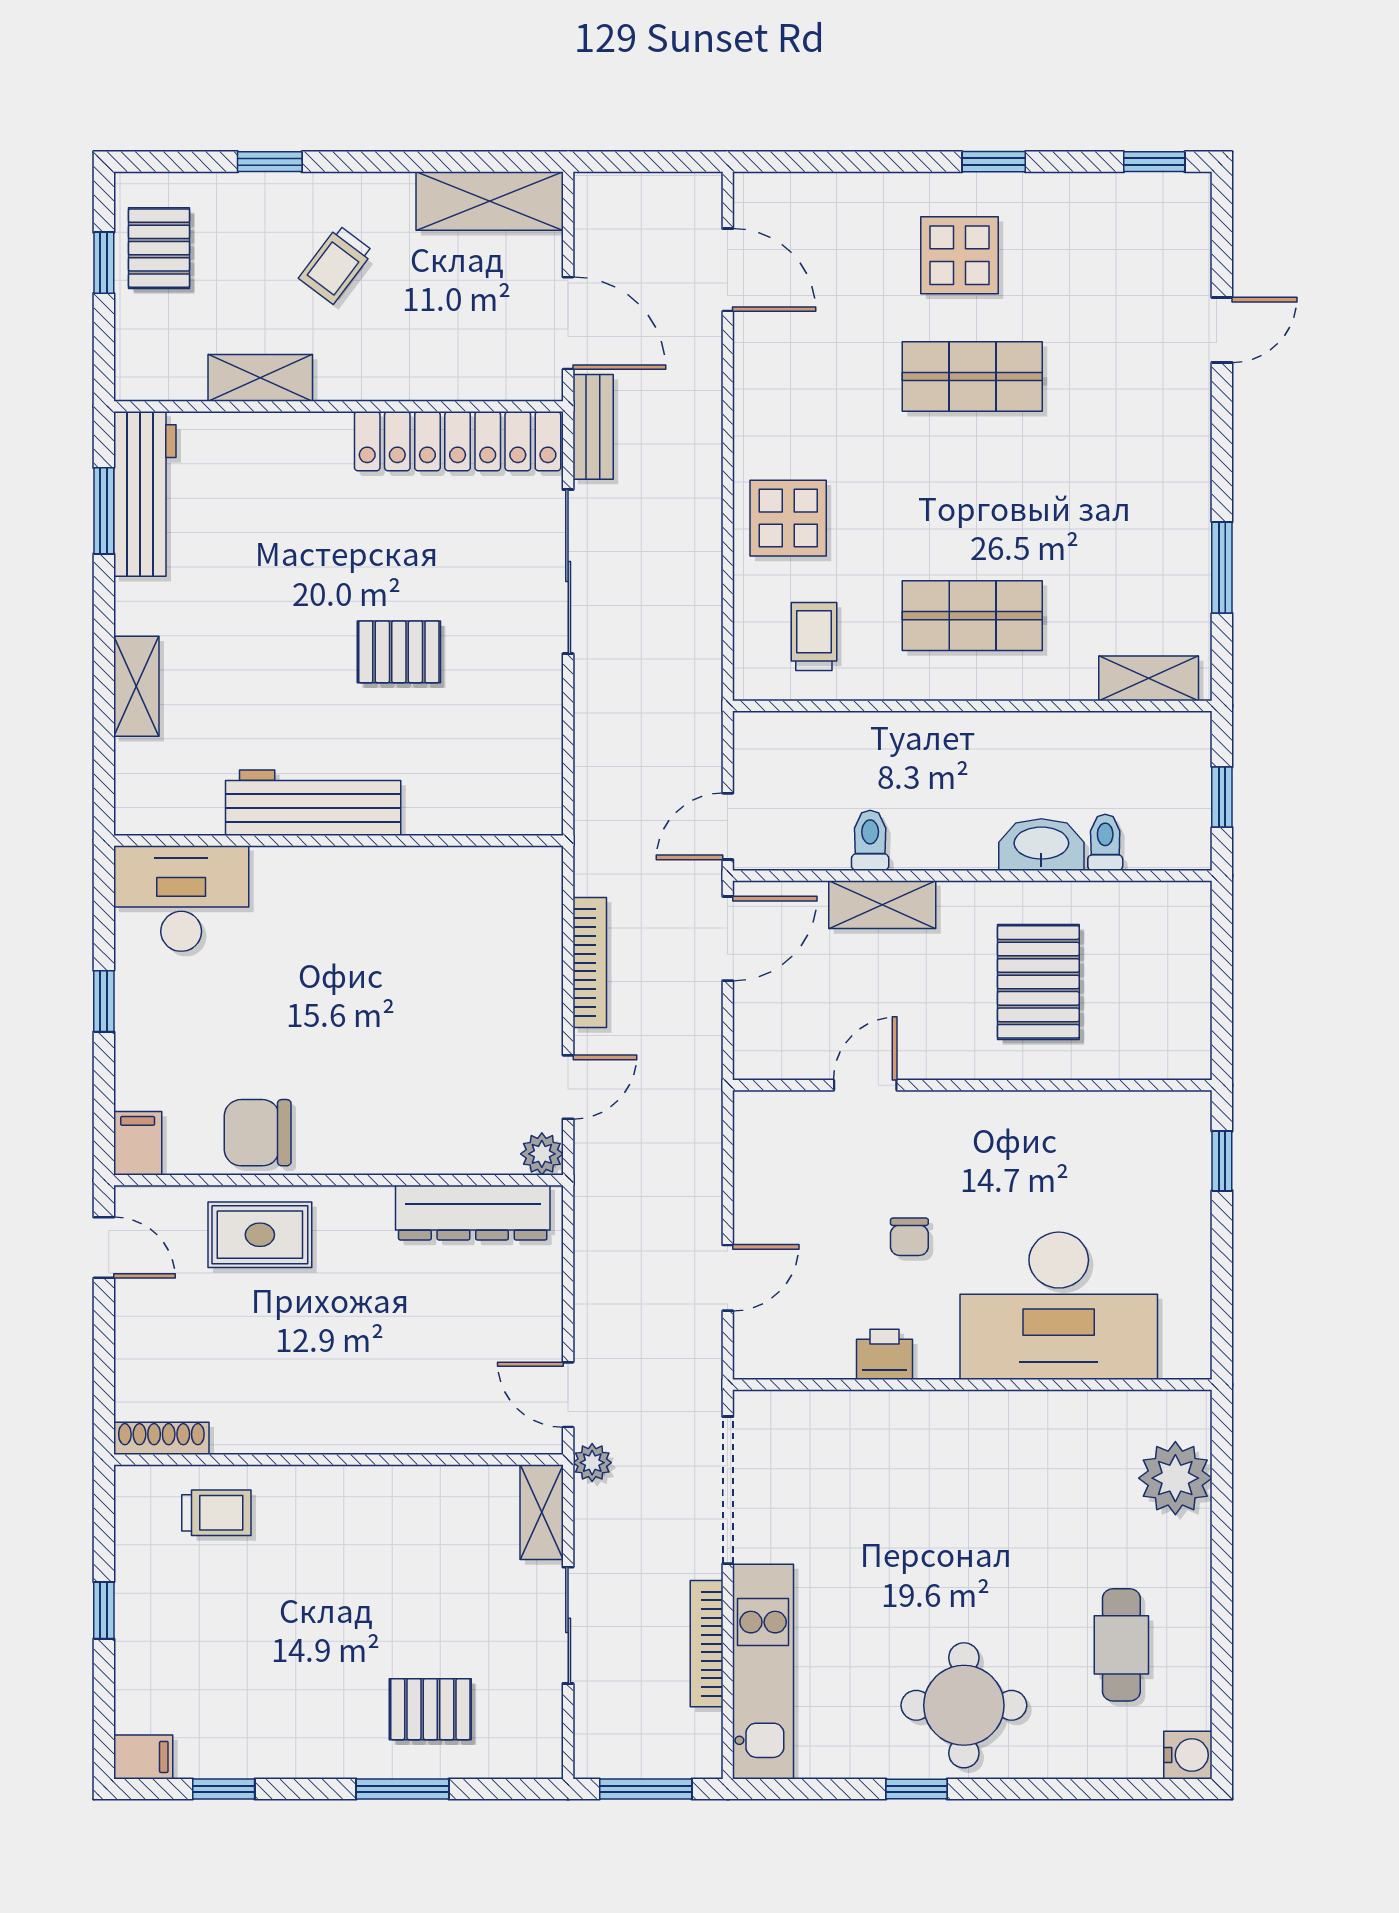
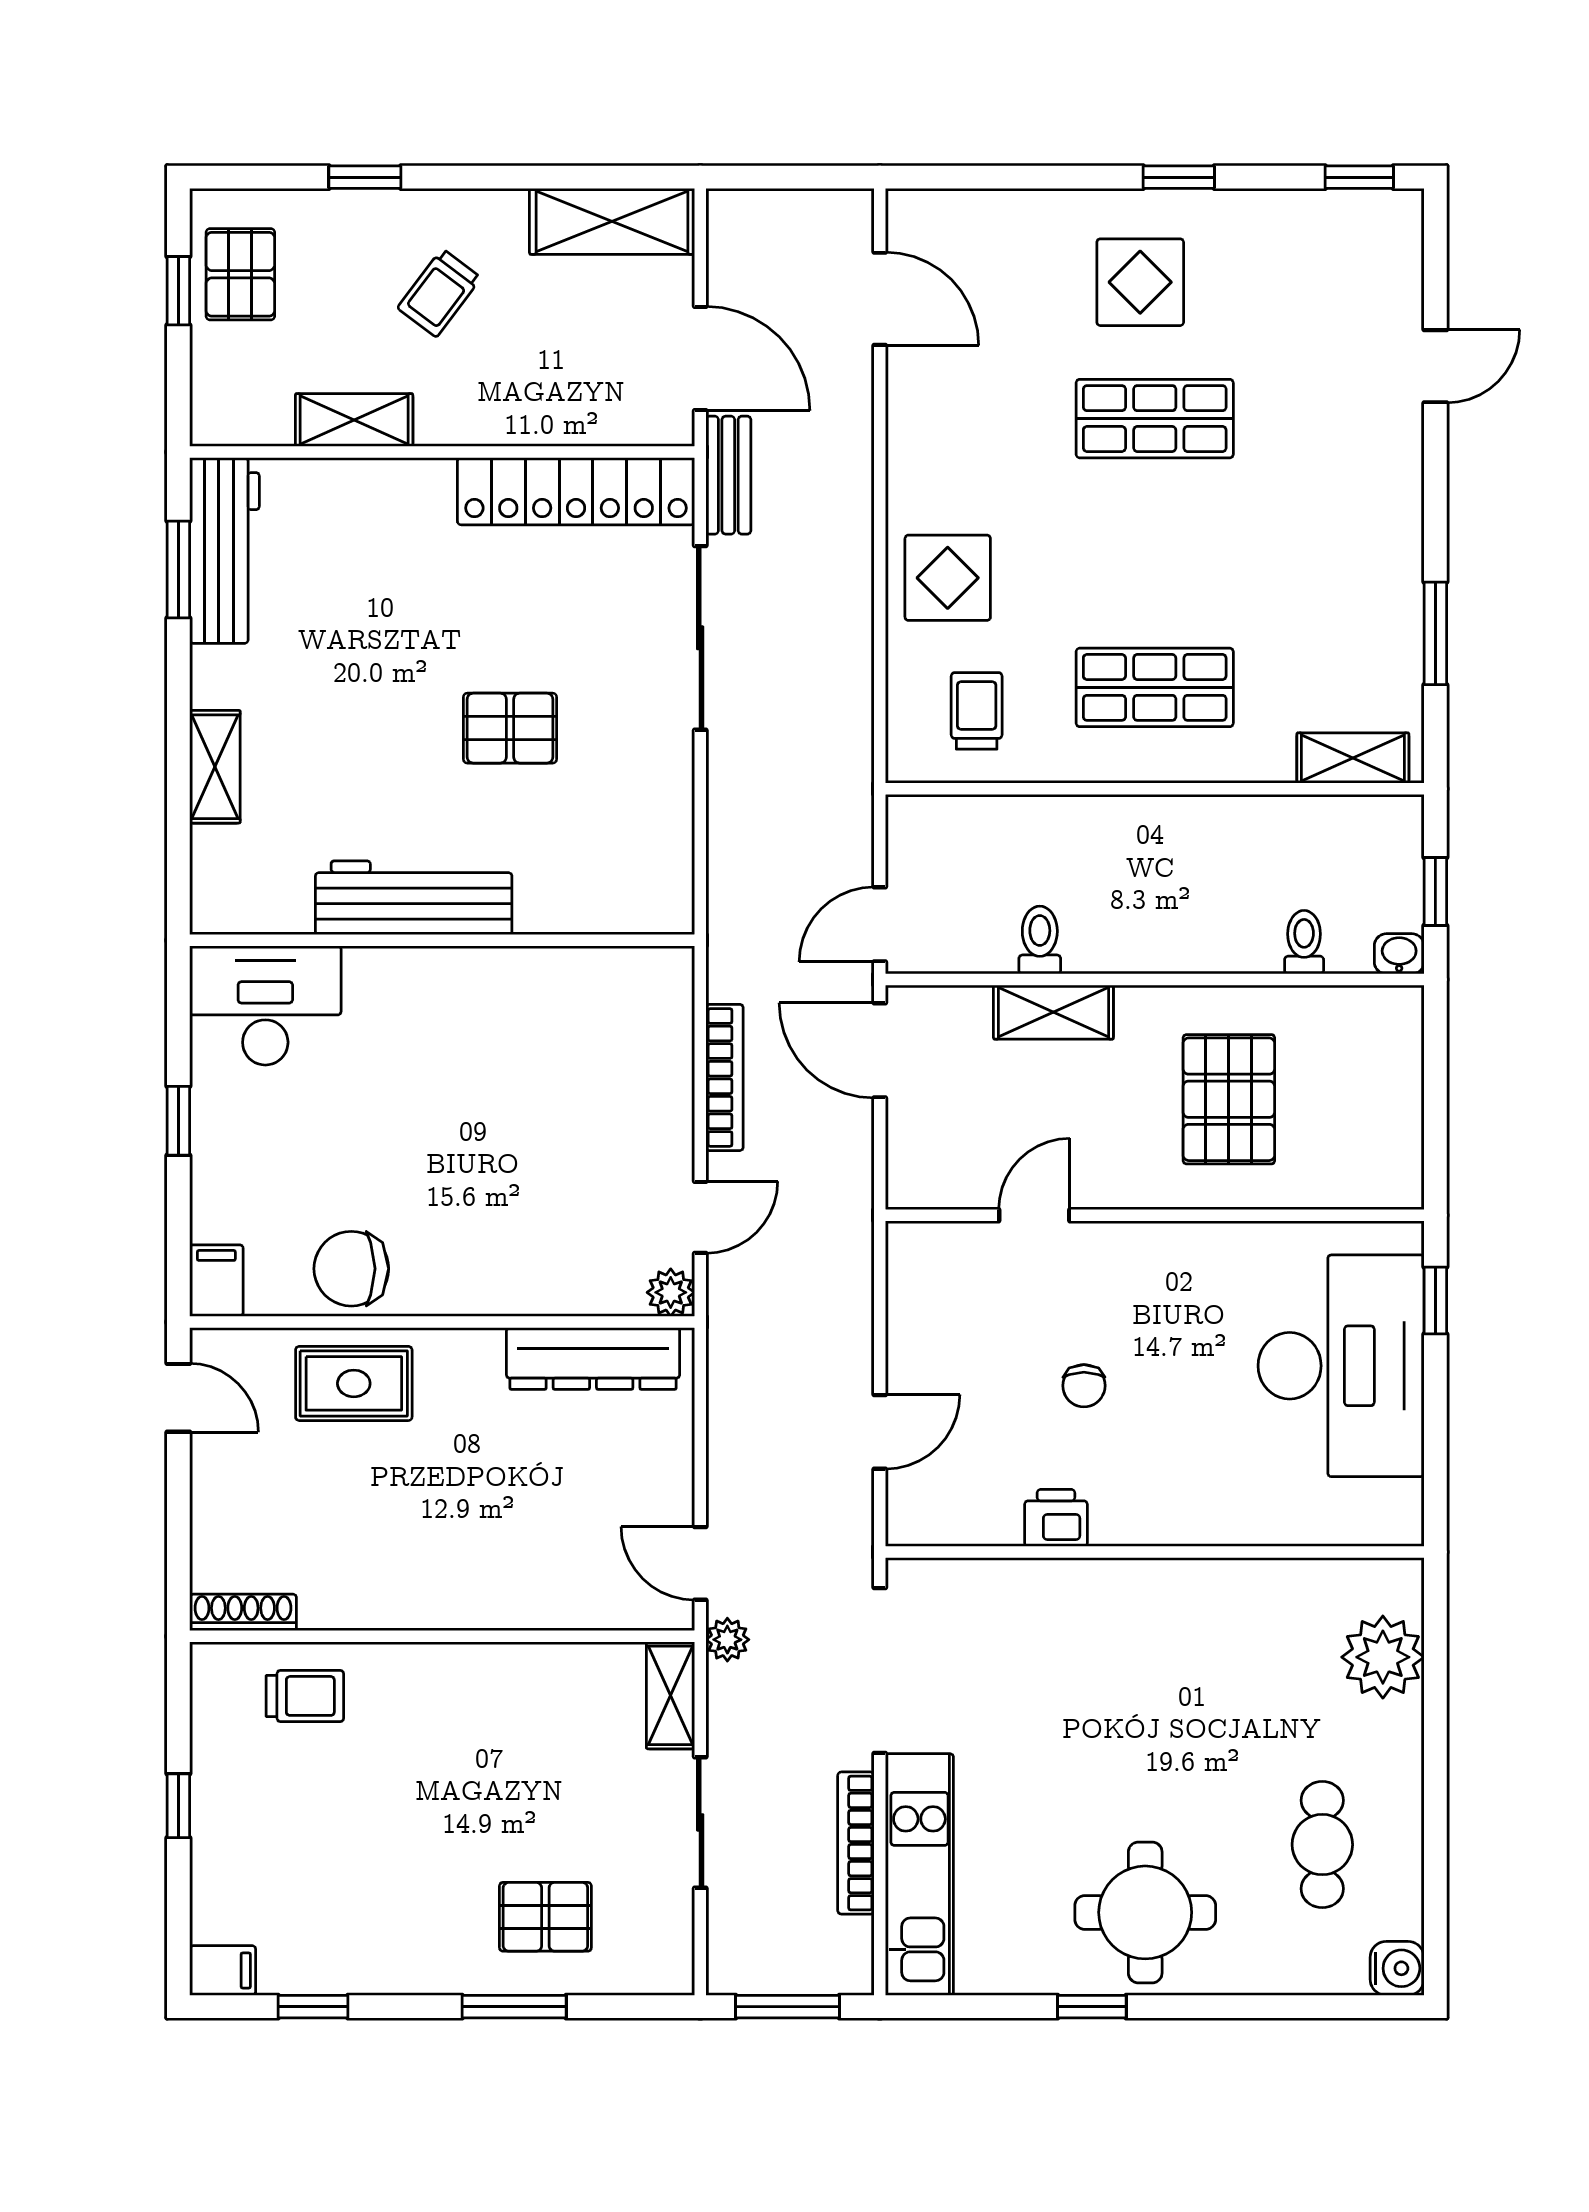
washbasin: (1041, 845) -> (1399, 954), moved, width x0.52, depth x0.69
door: (728, 939) -> (880, 1050), swing flipped
desk: (1059, 1306) -> (1341, 1366), moved, turned -90

